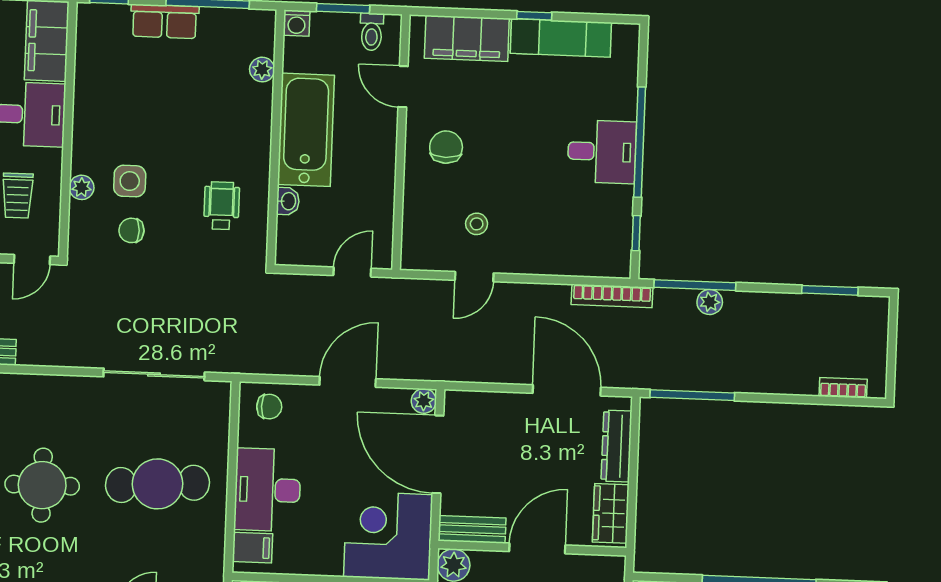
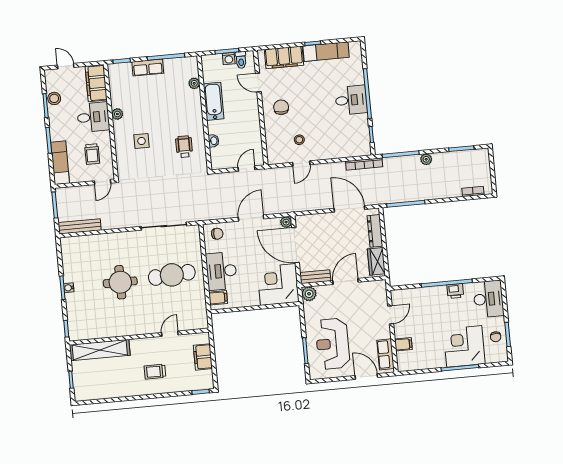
washing machine: (297, 23) -> (229, 59), moved
bathtub: (306, 130) -> (214, 101), width x0.73, depth x0.73
plant: (82, 187) -> (117, 114), moved
chair: (131, 230) -> (145, 163), removed
plant: (710, 302) -> (426, 159), moved

